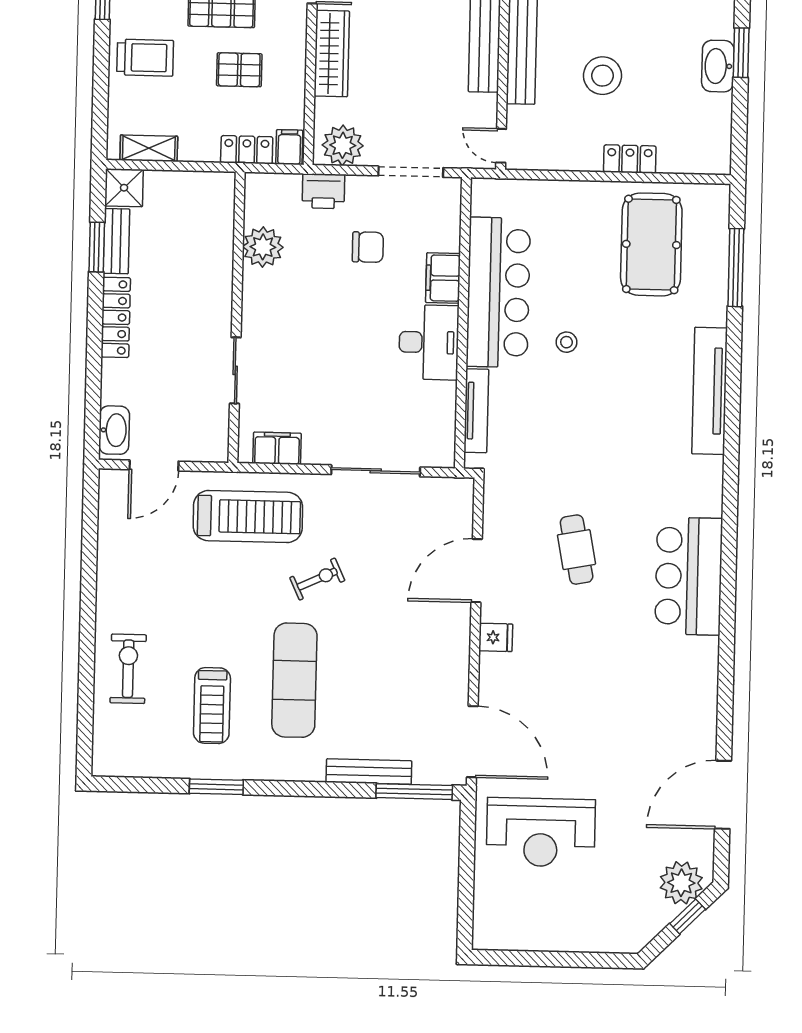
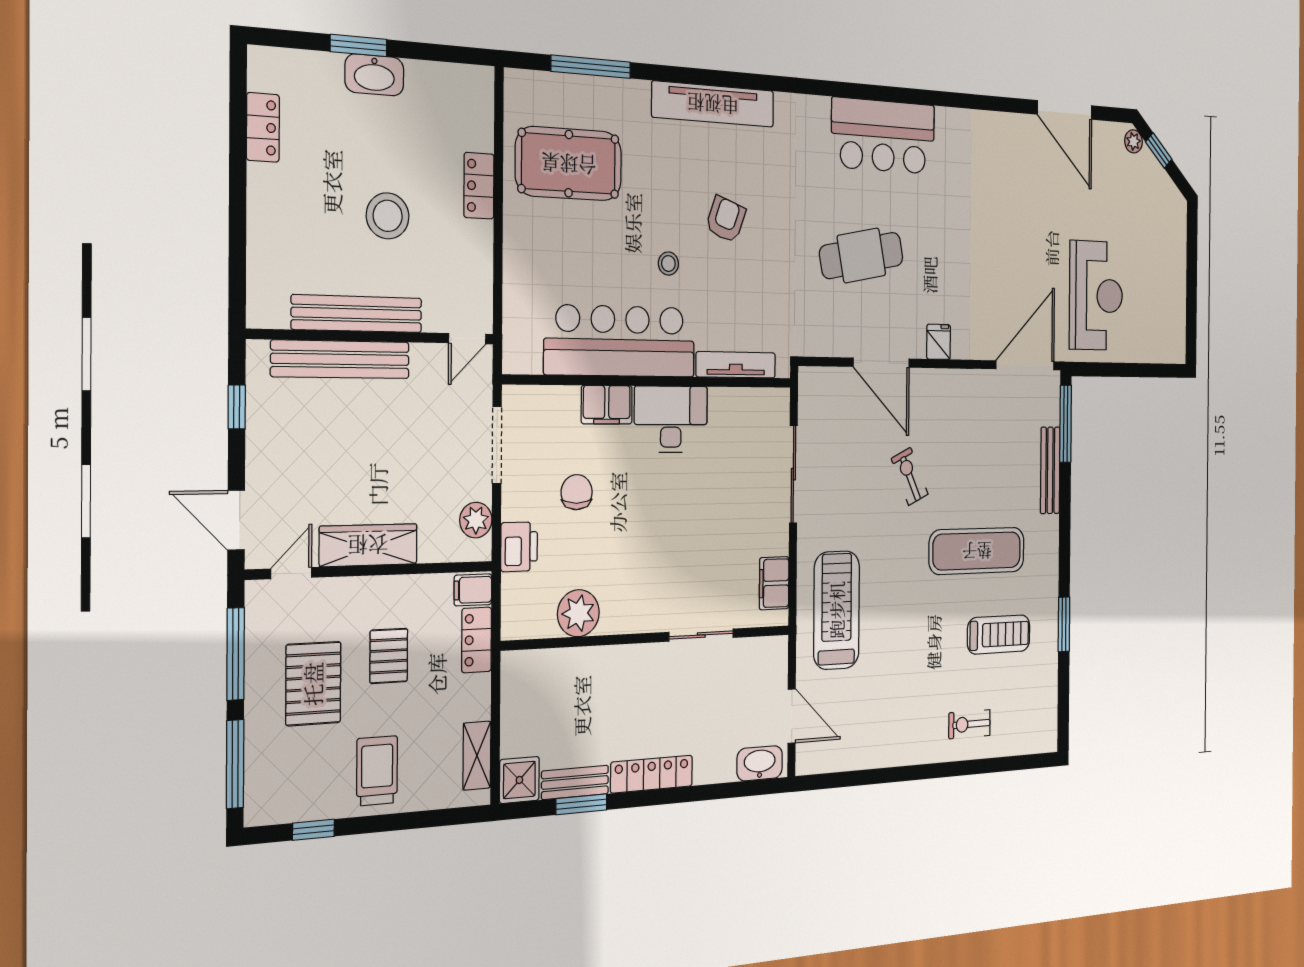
plant: (343, 145) -> (476, 520), width x0.73, depth x0.73
armchair: (607, 402) -> (726, 219), added
cafe table: (577, 550) -> (861, 255), width x1.37, depth x1.35
exercise bike: (317, 579) -> (910, 476), moved
exercise bike: (128, 669) -> (969, 724), width x0.73, depth x0.72
plant: (681, 883) -> (1133, 141), width x0.53, depth x0.53

